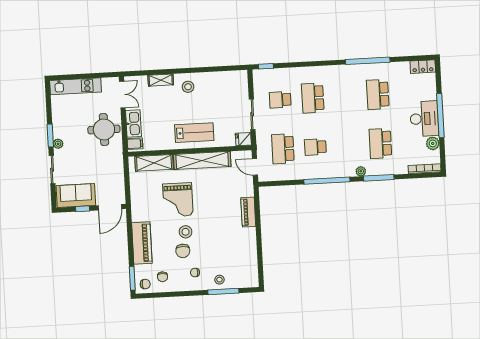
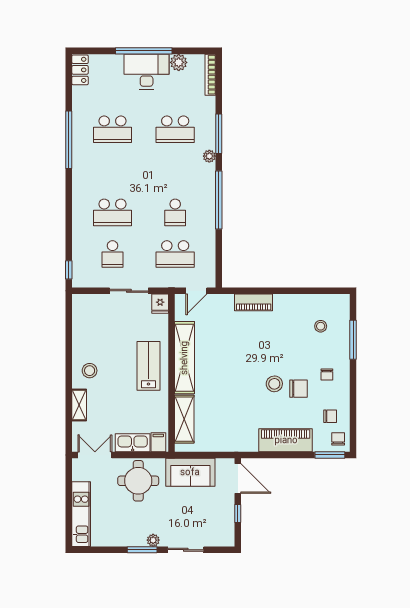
sofa: (76, 196) -> (190, 472), moved, turned -90
grand piano: (178, 200) -> (233, 391), removed
stool: (219, 280) -> (321, 326), moved

